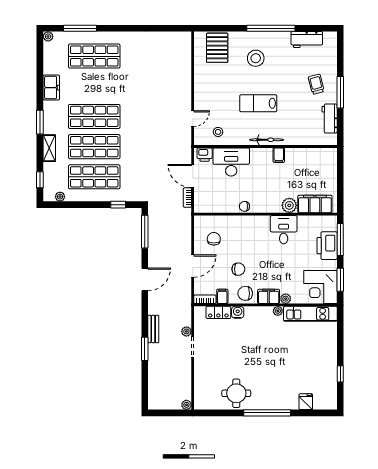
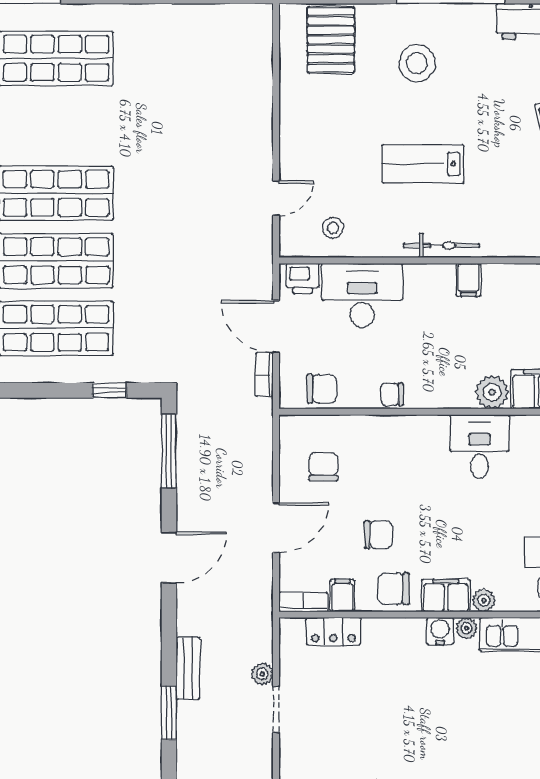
chair: (213, 204) -> (322, 389), added
water cooler: (238, 312) -> (440, 631), moved

